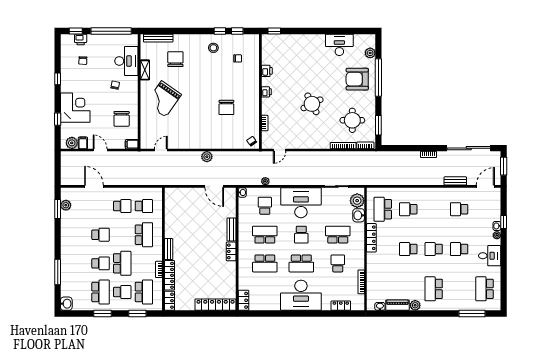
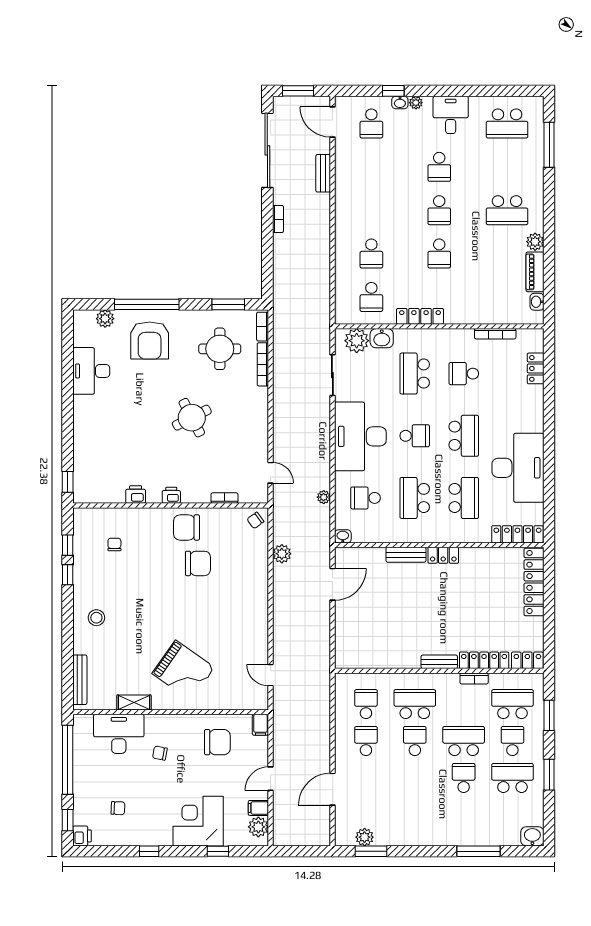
printer: (81, 39) -> (82, 836), moved
stool: (213, 48) -> (96, 618), moved
chair: (175, 59) -> (187, 527), moved
plant: (207, 157) -> (282, 554), moved
school desk: (383, 209) -> (371, 297), width x0.54
school desk: (459, 209) -> (371, 123), moved
school desk: (101, 235) -> (415, 741), moved
desk: (301, 295) -> (518, 468), moved
locker: (244, 300) -> (517, 534), width x1.53

